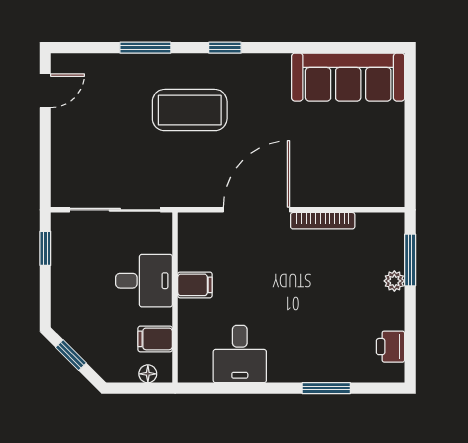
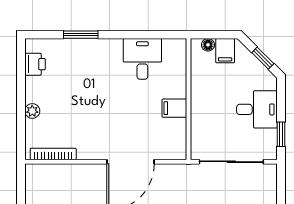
bookcase: (323, 221) -> (53, 154), moved
window: (410, 260) -> (21, 126), removed
desk: (144, 281) -> (257, 109), moved, turned 180
filing cabinet: (155, 339) -> (225, 51), moved, turned 90

